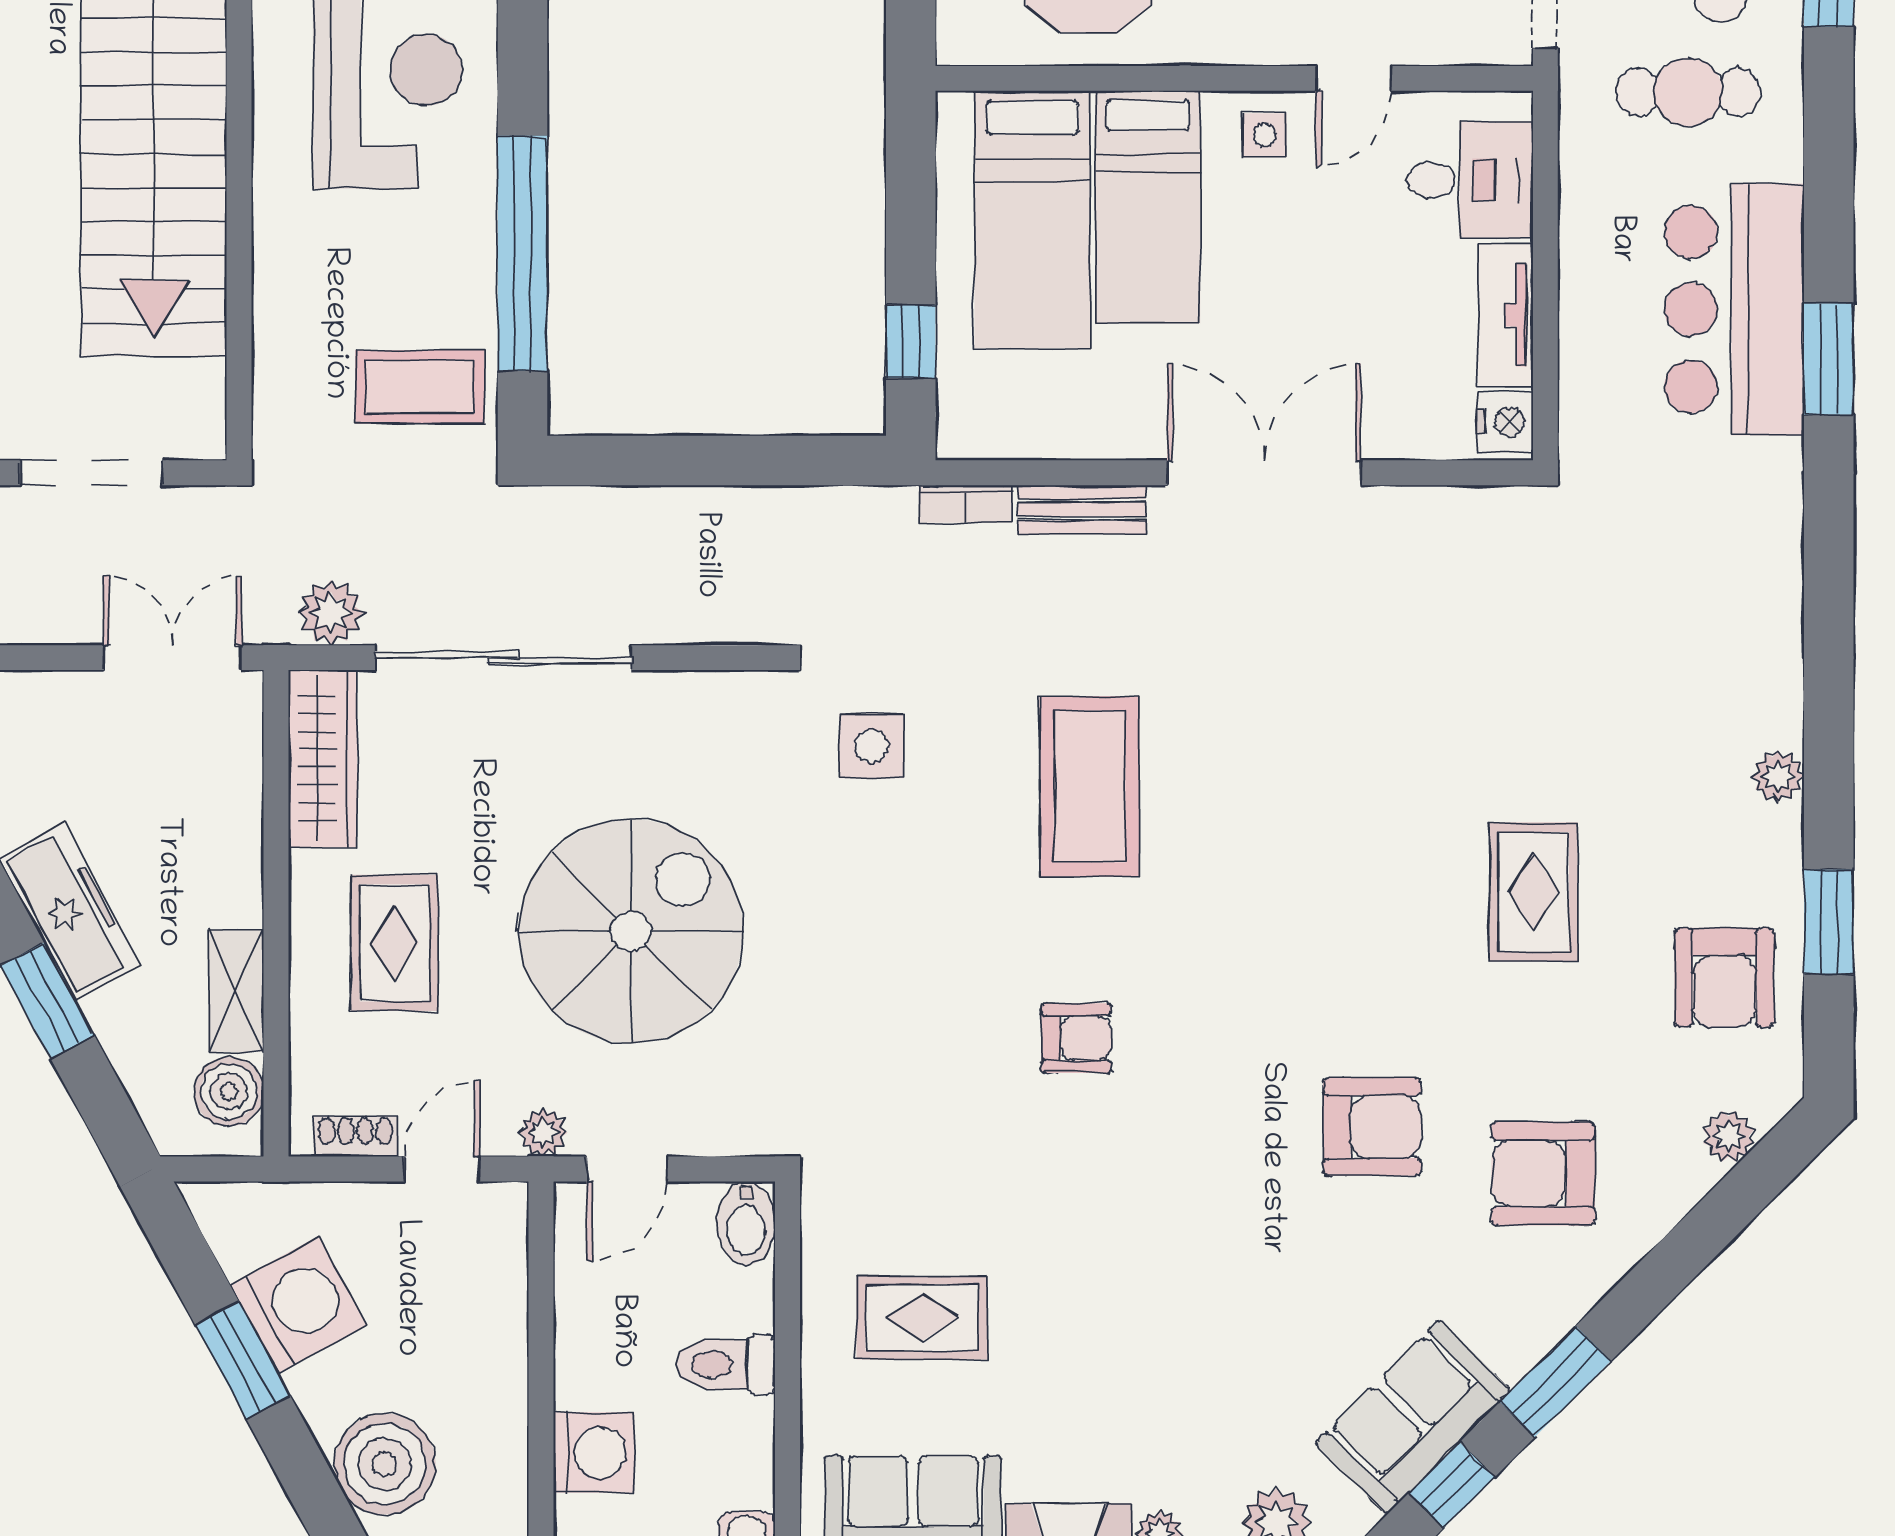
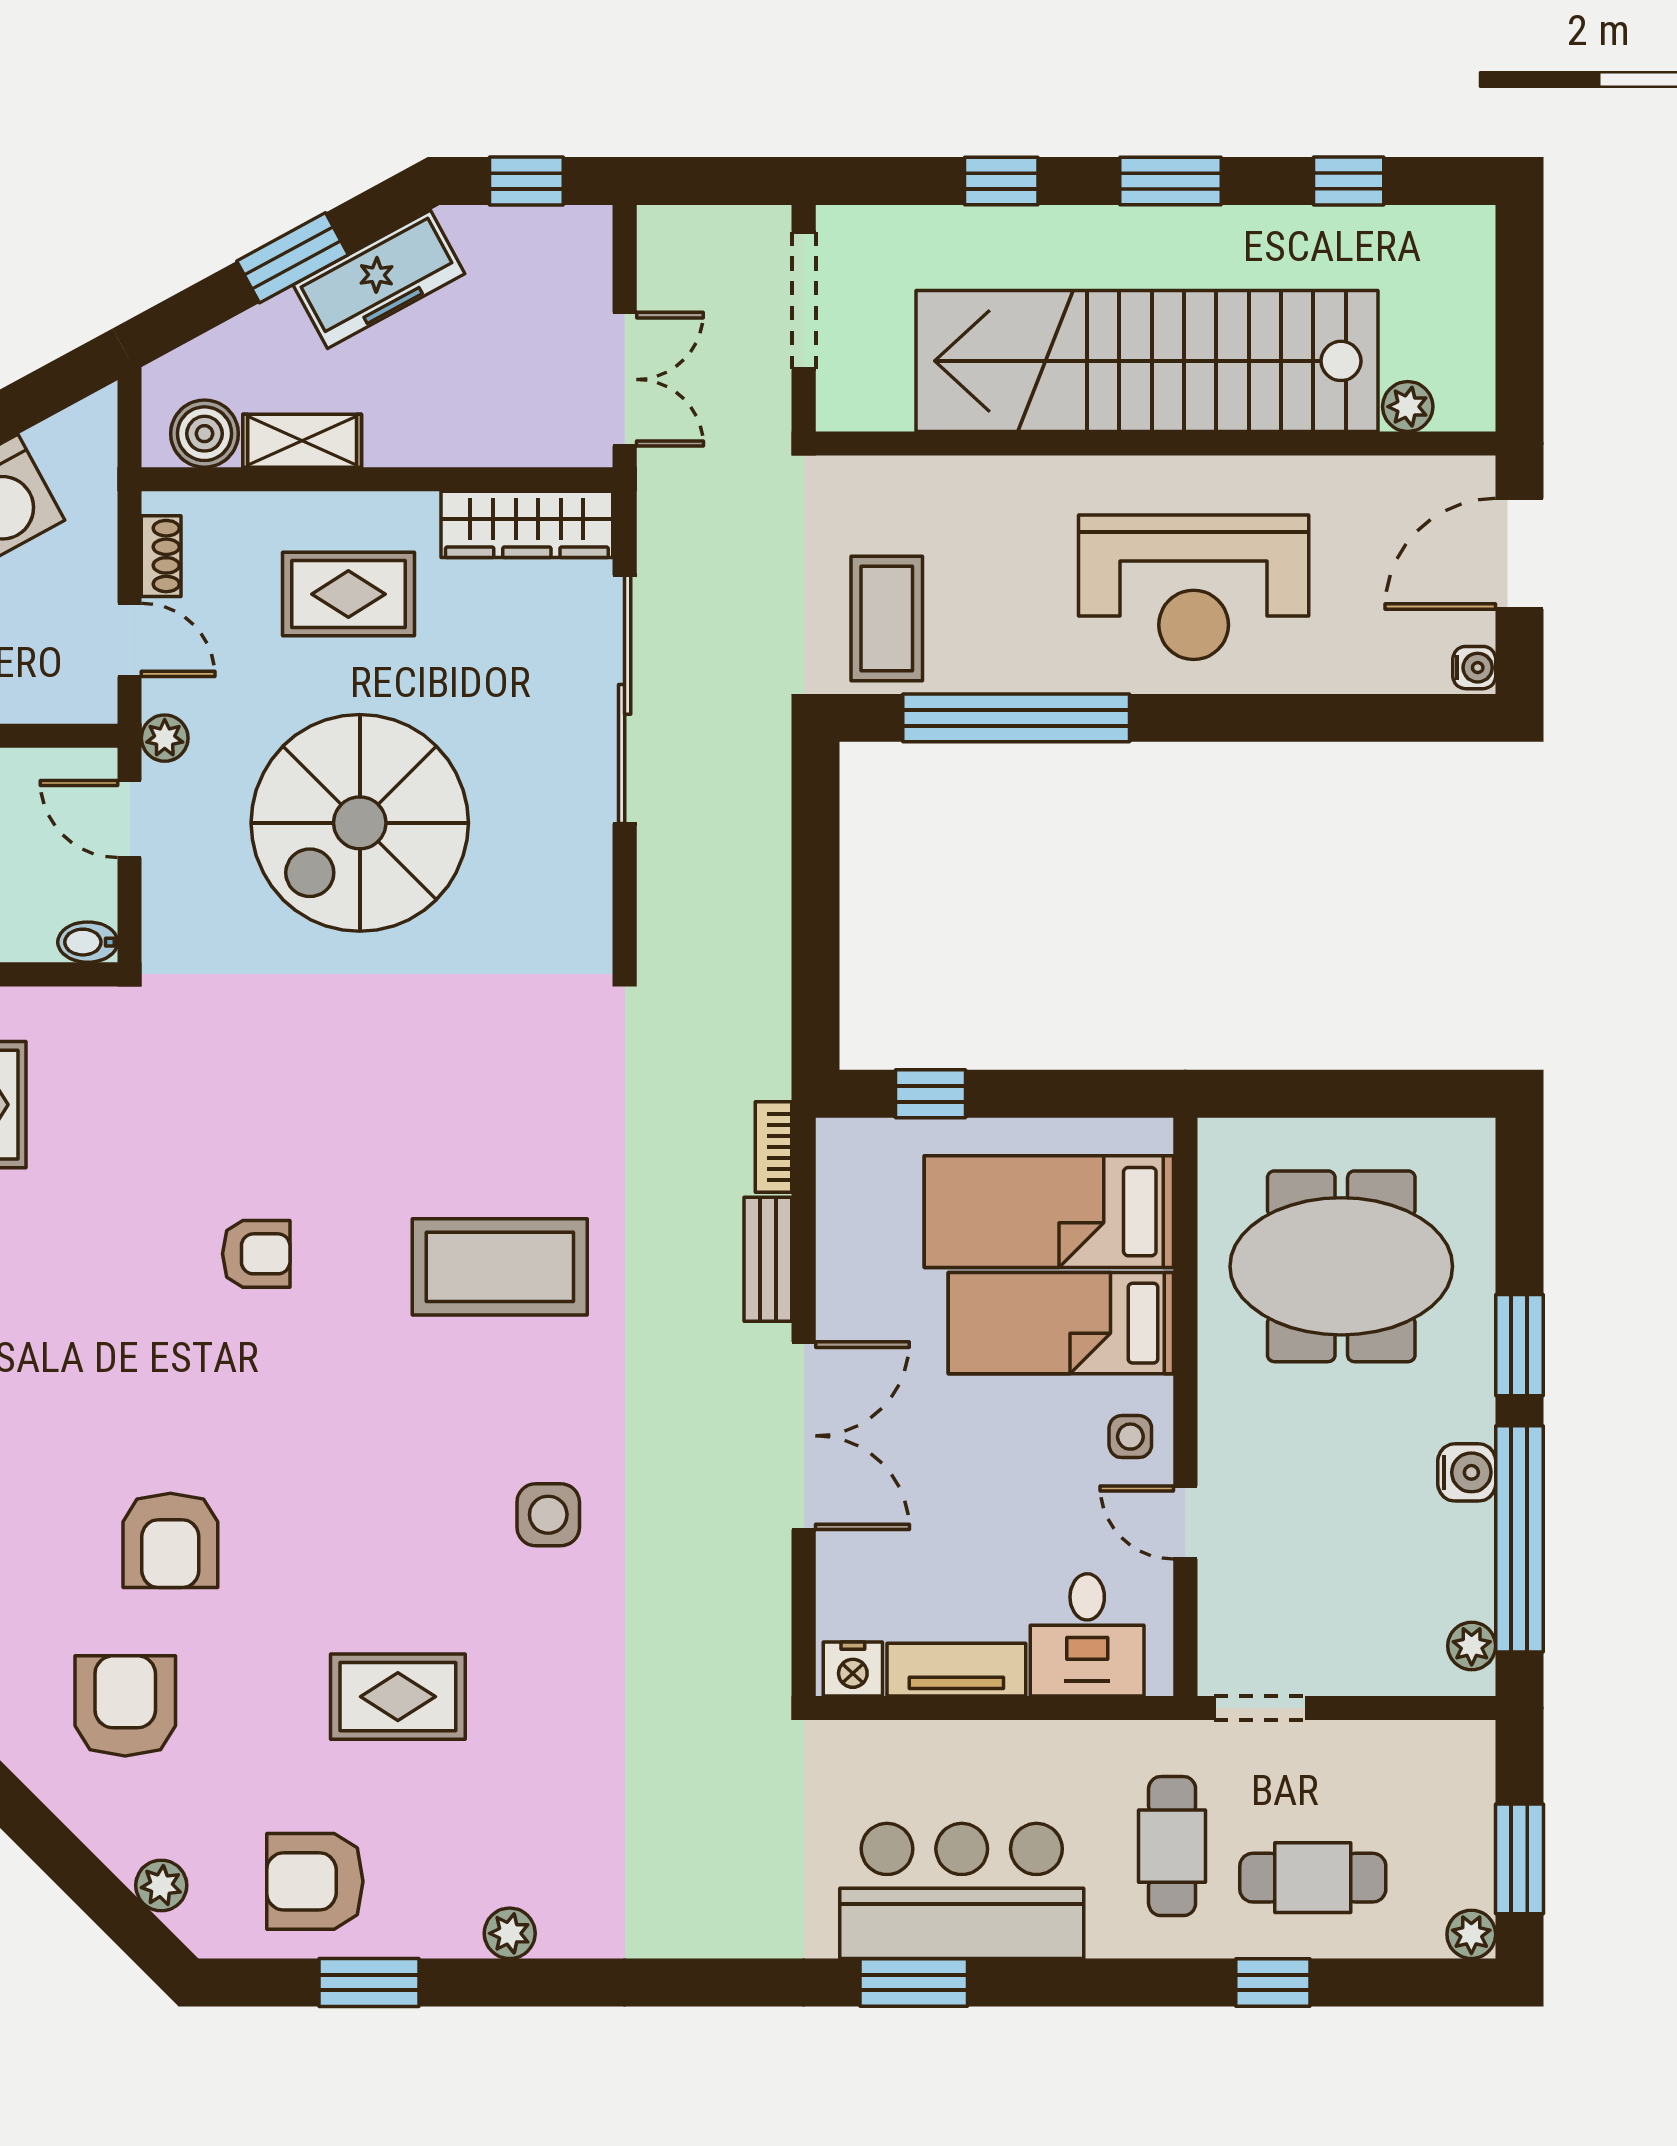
plant: (331, 613) -> (668, 532), removed
side table: (872, 746) -> (548, 1515), moved
spiral stairs: (631, 931) -> (360, 823), turned 90
armchair: (1076, 1038) -> (256, 1254), turned -90
bidet: (746, 1223) -> (88, 942), width x0.72, depth x0.74

